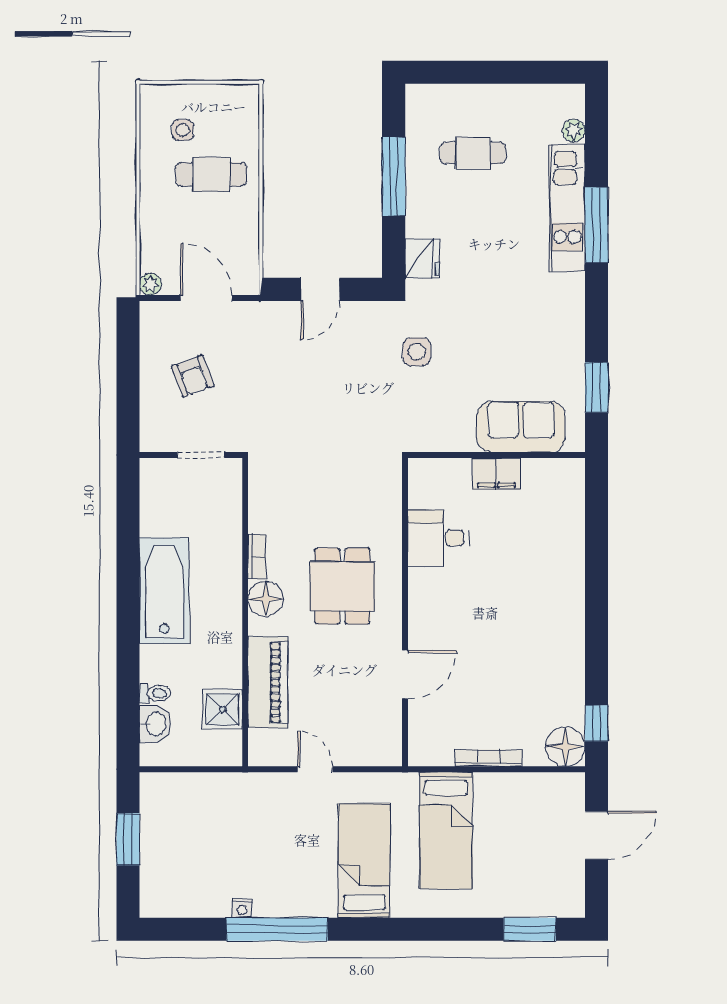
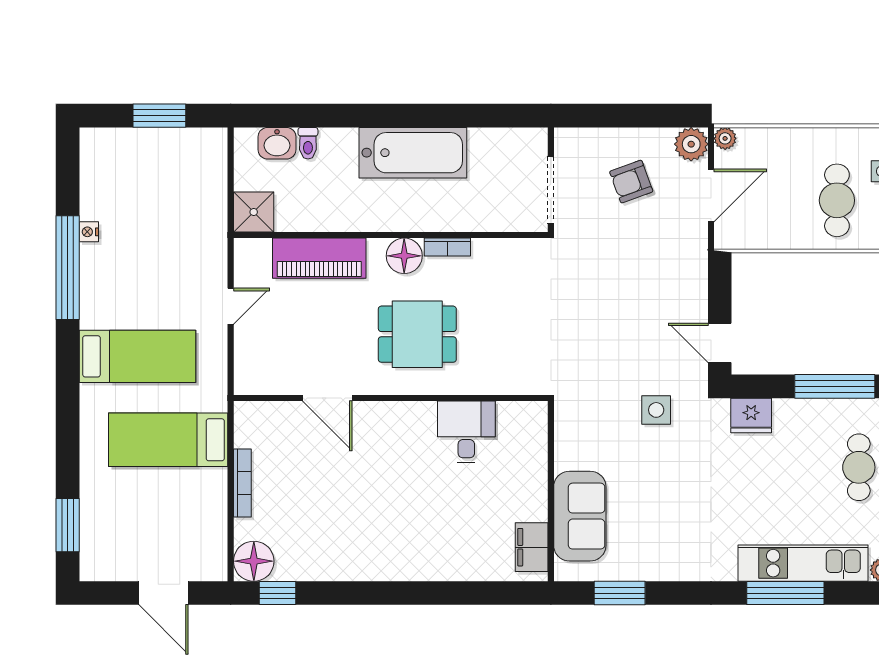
door: (320, 289) -> (720, 343), moved
plant: (156, 317) -> (691, 144), added
doorway: (201, 455) -> (551, 190), width x1.38
filing cabinet: (496, 474) -> (532, 547), moved
shower: (223, 709) -> (254, 212), moved

